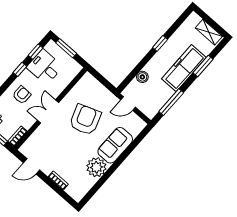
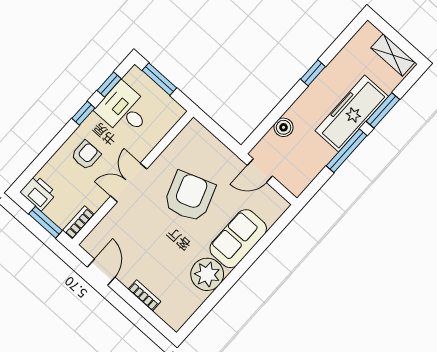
window: (171, 102) -> (347, 151), moved
door: (32, 166) -> (101, 272), swing flipped

